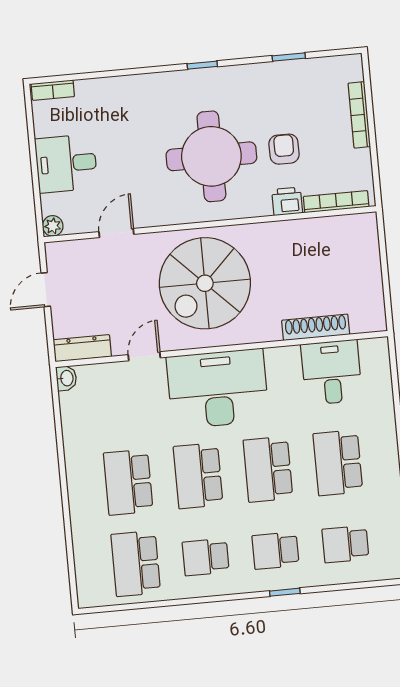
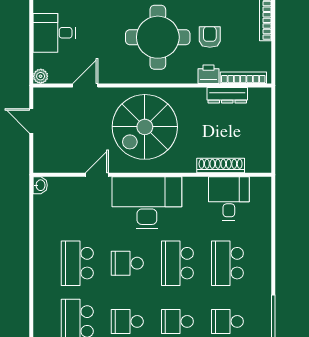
door: (46, 290) -> (31, 121), hinge flipped
dresser: (82, 348) -> (227, 95), moved, turned 180
school desk: (198, 476) -> (127, 263), width x0.54

